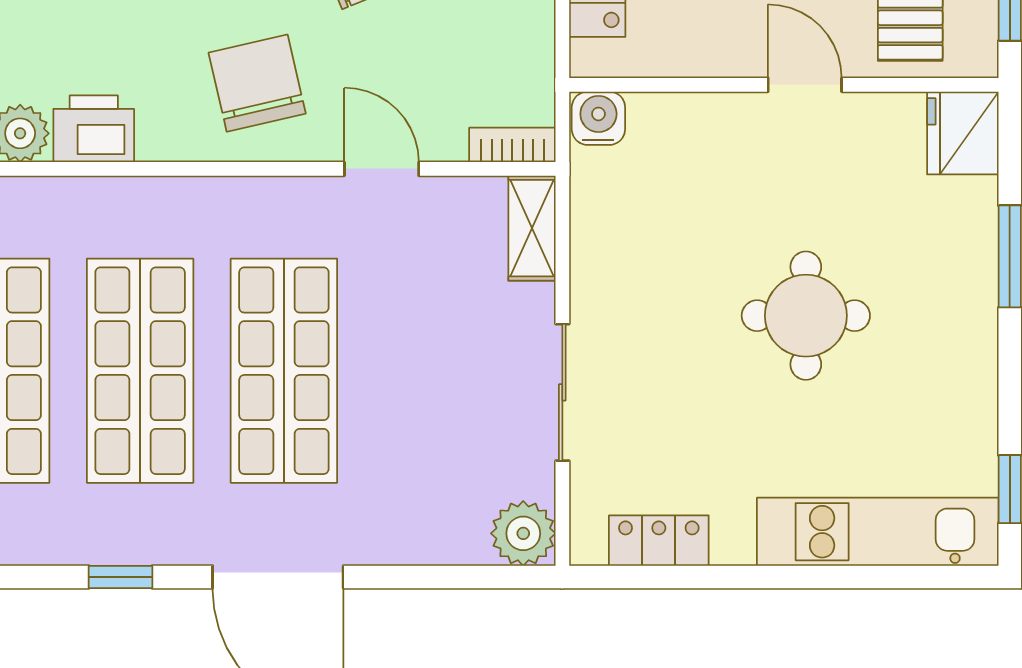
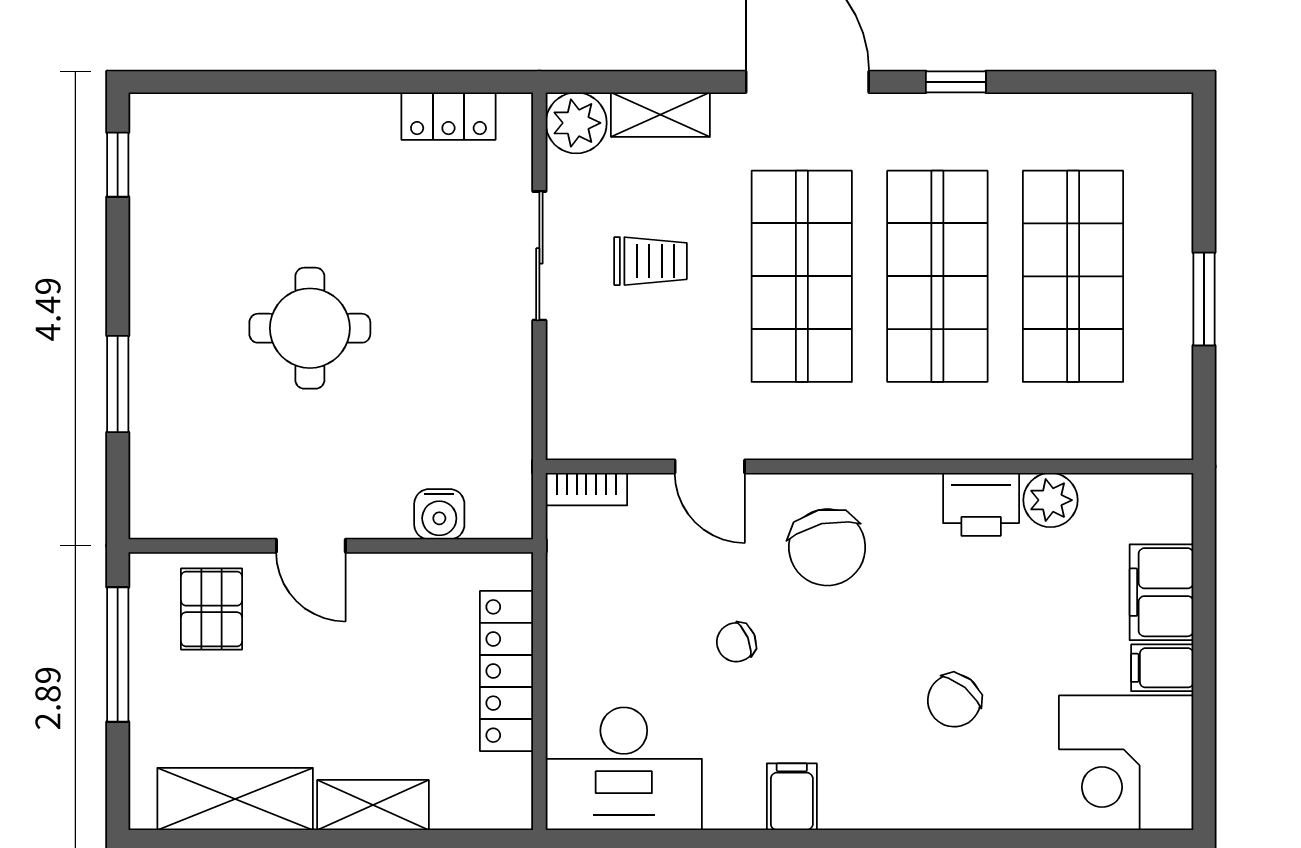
water cooler: (598, 118) -> (439, 514), moved
fridge: (963, 133) -> (162, 500), removed
shelving: (532, 228) -> (660, 115), moved, turned 90
trolley: (444, 387) -> (650, 261), added
kitchen unit: (878, 532) -> (242, 125), removed

